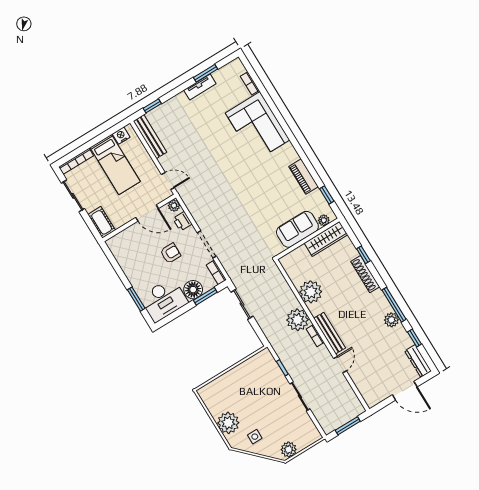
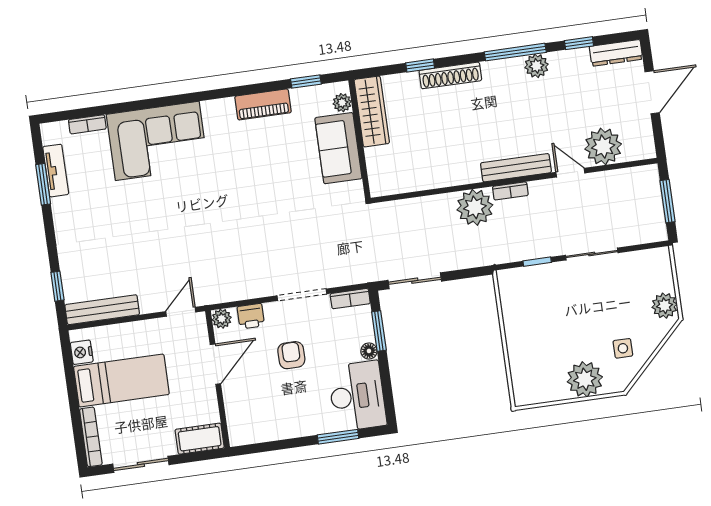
tv unit: (200, 87) -> (56, 171), moved
floor lamp: (193, 290) -> (369, 351), width x0.53, depth x0.53
plant: (311, 292) -> (603, 146), moved

